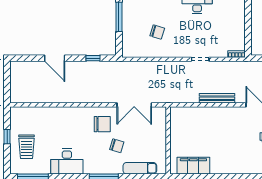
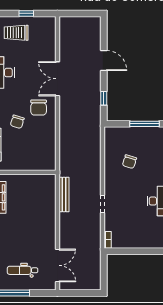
door: (55, 58) -> (104, 60), swing flipped
bench: (217, 98) -> (64, 194), moved
double door: (134, 105) -> (57, 79), moved

